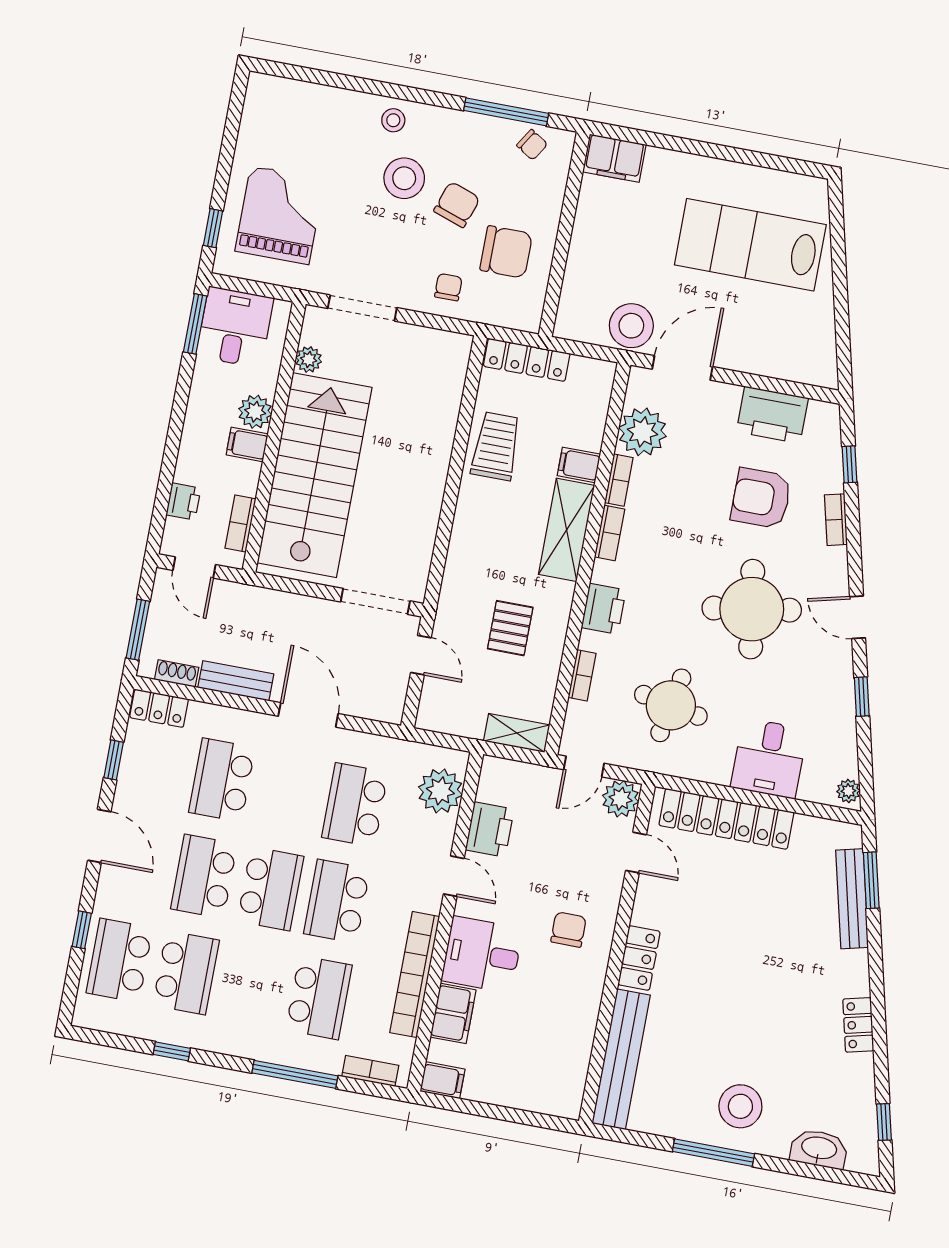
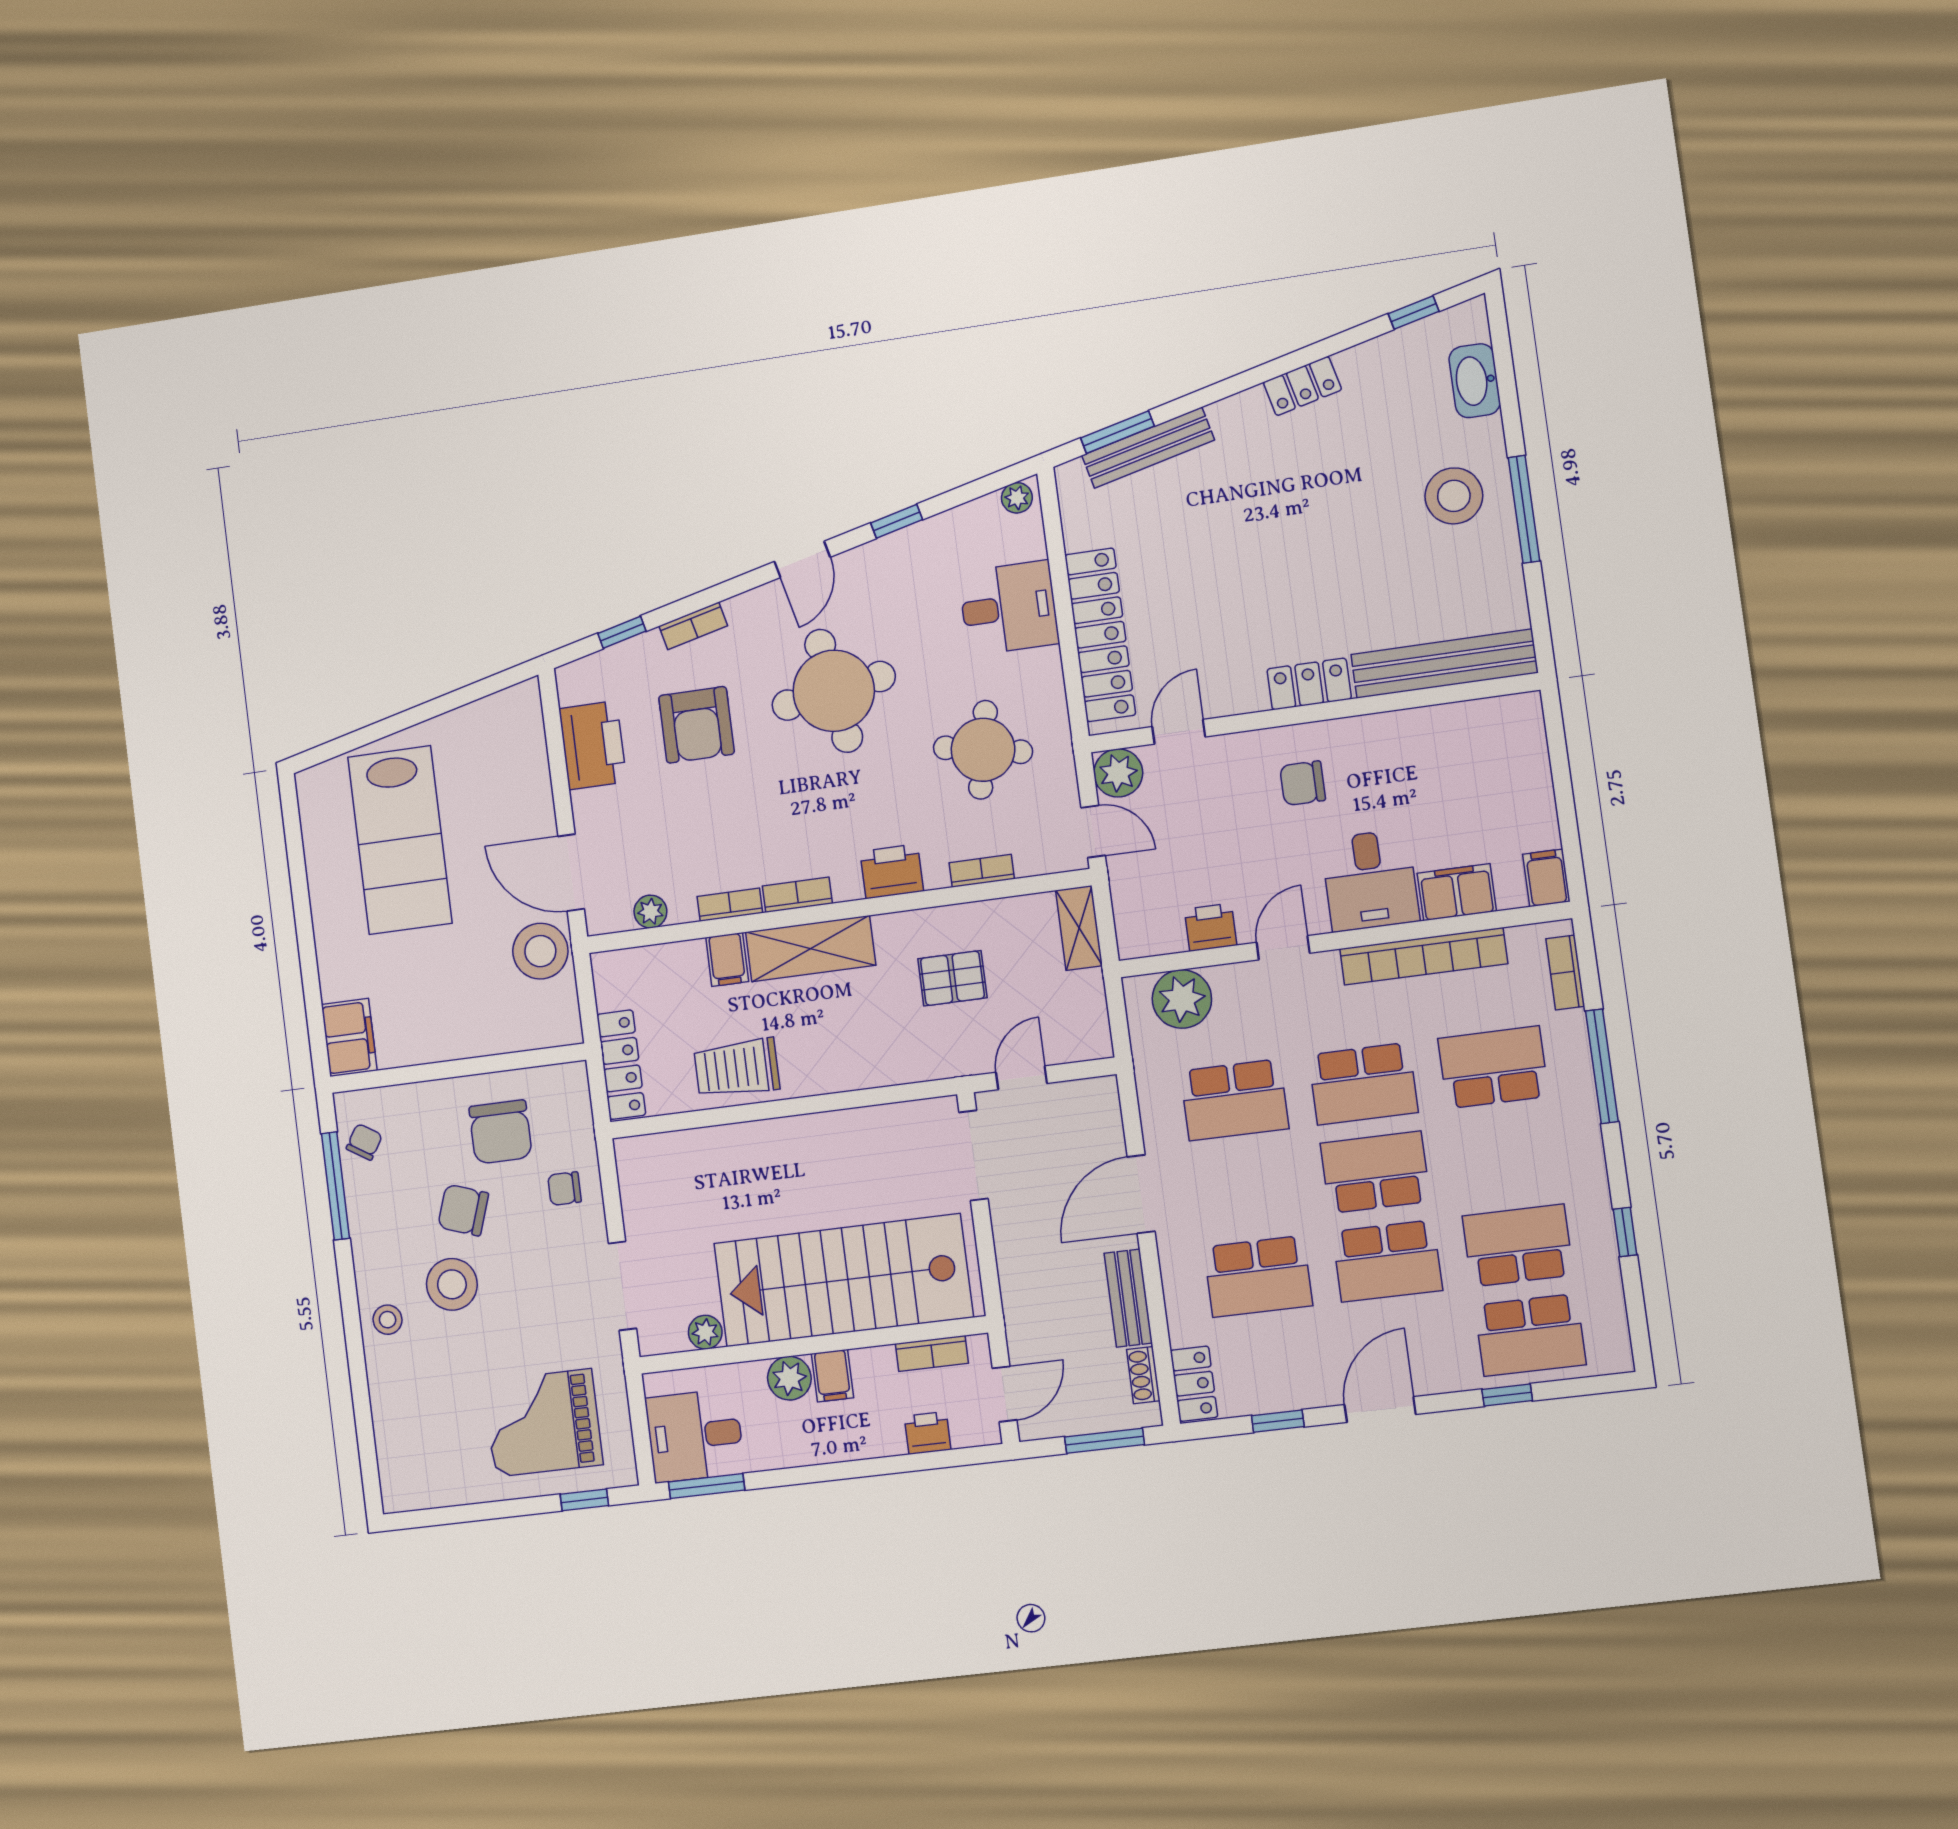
chair: (506, 252) -> (501, 1132), turned 180
plant: (642, 432) -> (650, 912), width x0.53, depth x0.53
printer: (490, 829) -> (1210, 927), width x0.73, depth x0.81

